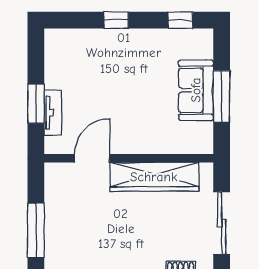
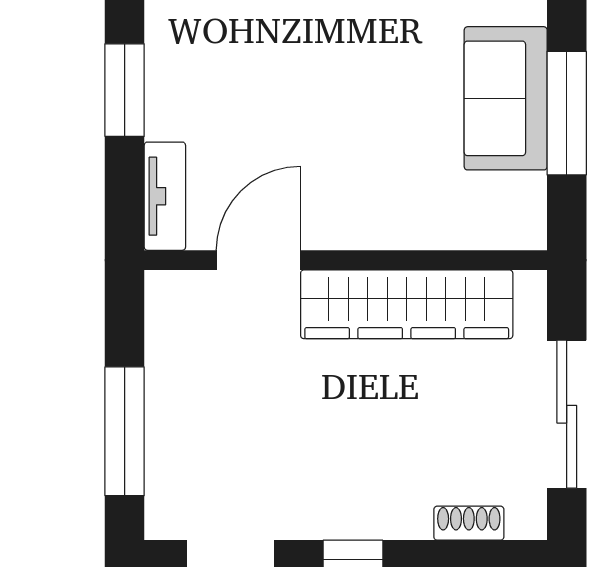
window: (36, 104) -> (125, 90), moved
tv unit: (53, 113) -> (165, 196), moved

